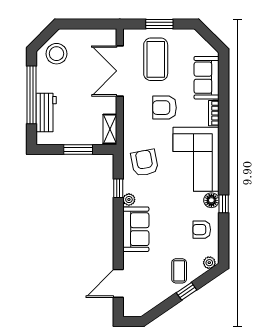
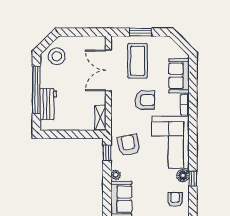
armchair: (165, 108) -> (145, 100), turned 180
window: (78, 150) -> (74, 134), removed
window: (118, 188) -> (107, 153), moved
armchair: (202, 230) -> (175, 199), turned 90

